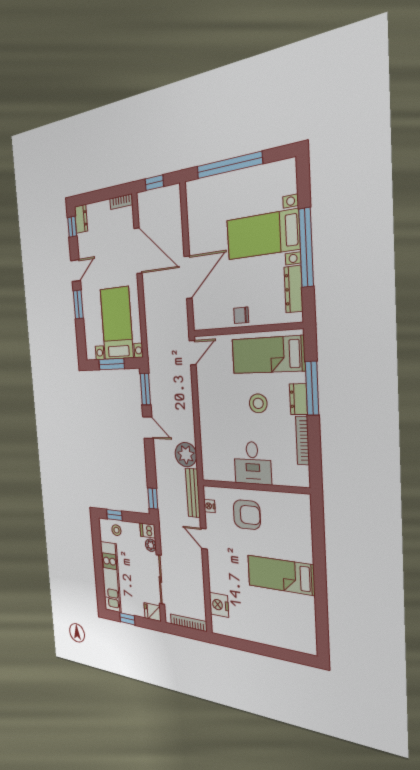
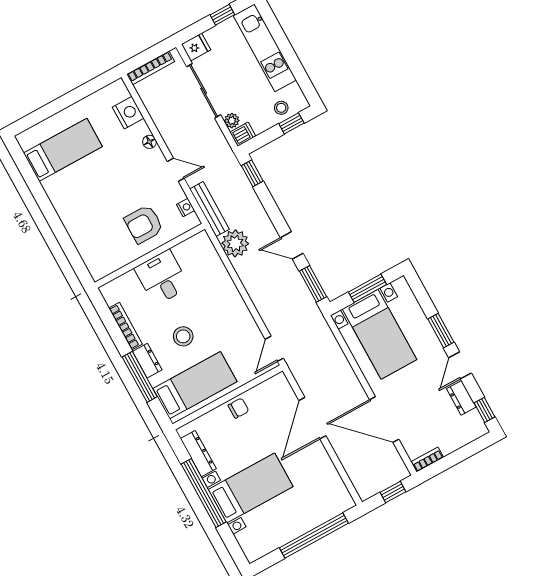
dresser: (81, 219) -> (461, 398), moved
floor lamp: (213, 573) -> (149, 142), added
bed: (281, 575) -> (63, 150), moved

